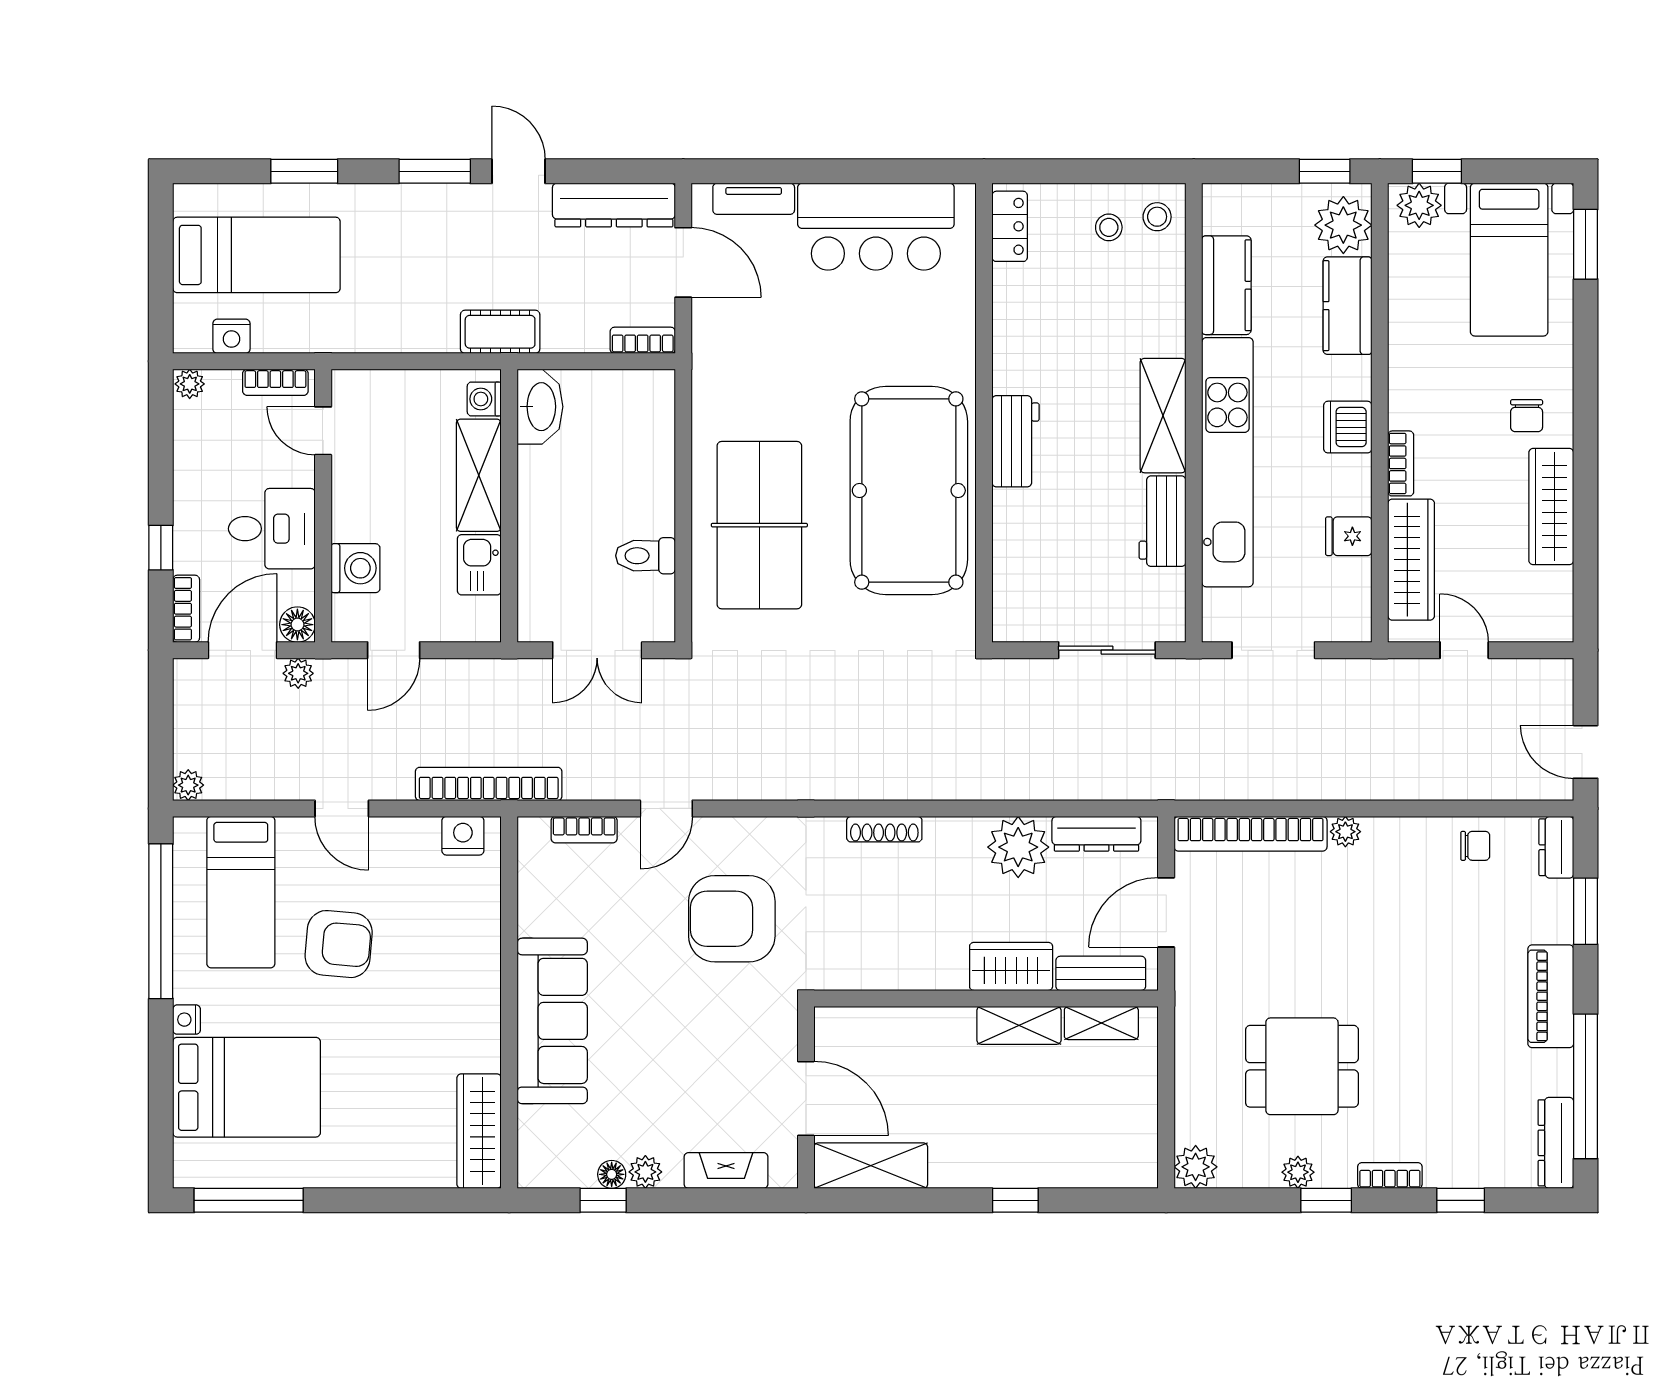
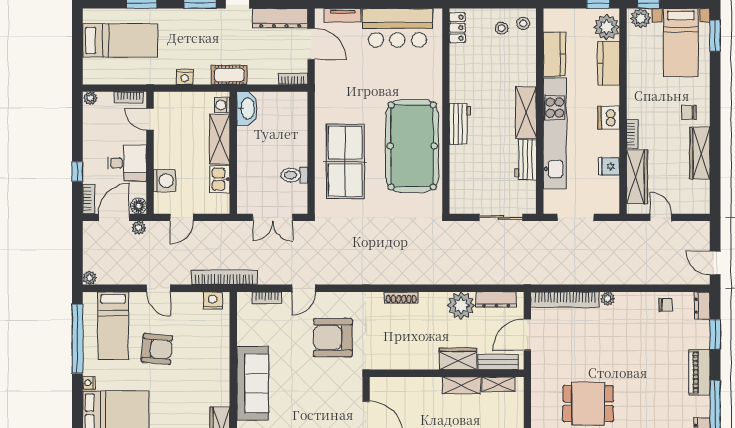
nightstand: (231, 336) -> (185, 77), moved
chair: (1527, 416) -> (689, 112), turned 90

